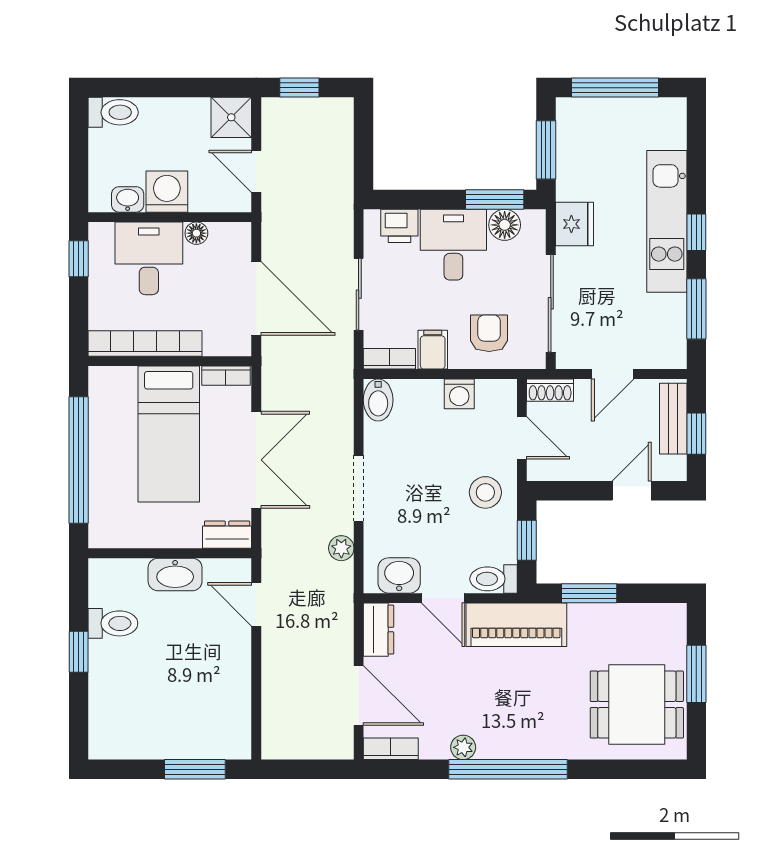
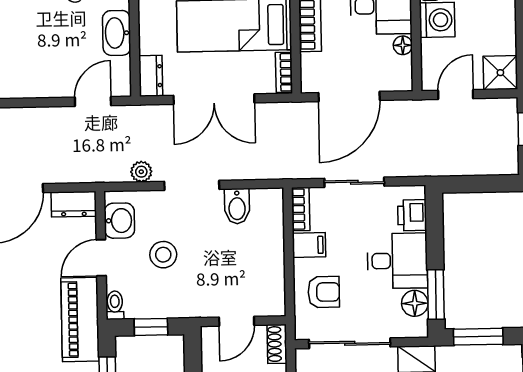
washing machine: (459, 394) -> (273, 268), removed
bidet: (378, 400) -> (237, 206), moved, turned -90
stool: (485, 492) -> (163, 255), moved
toilet: (494, 579) -> (115, 305), width x0.73, depth x0.72

